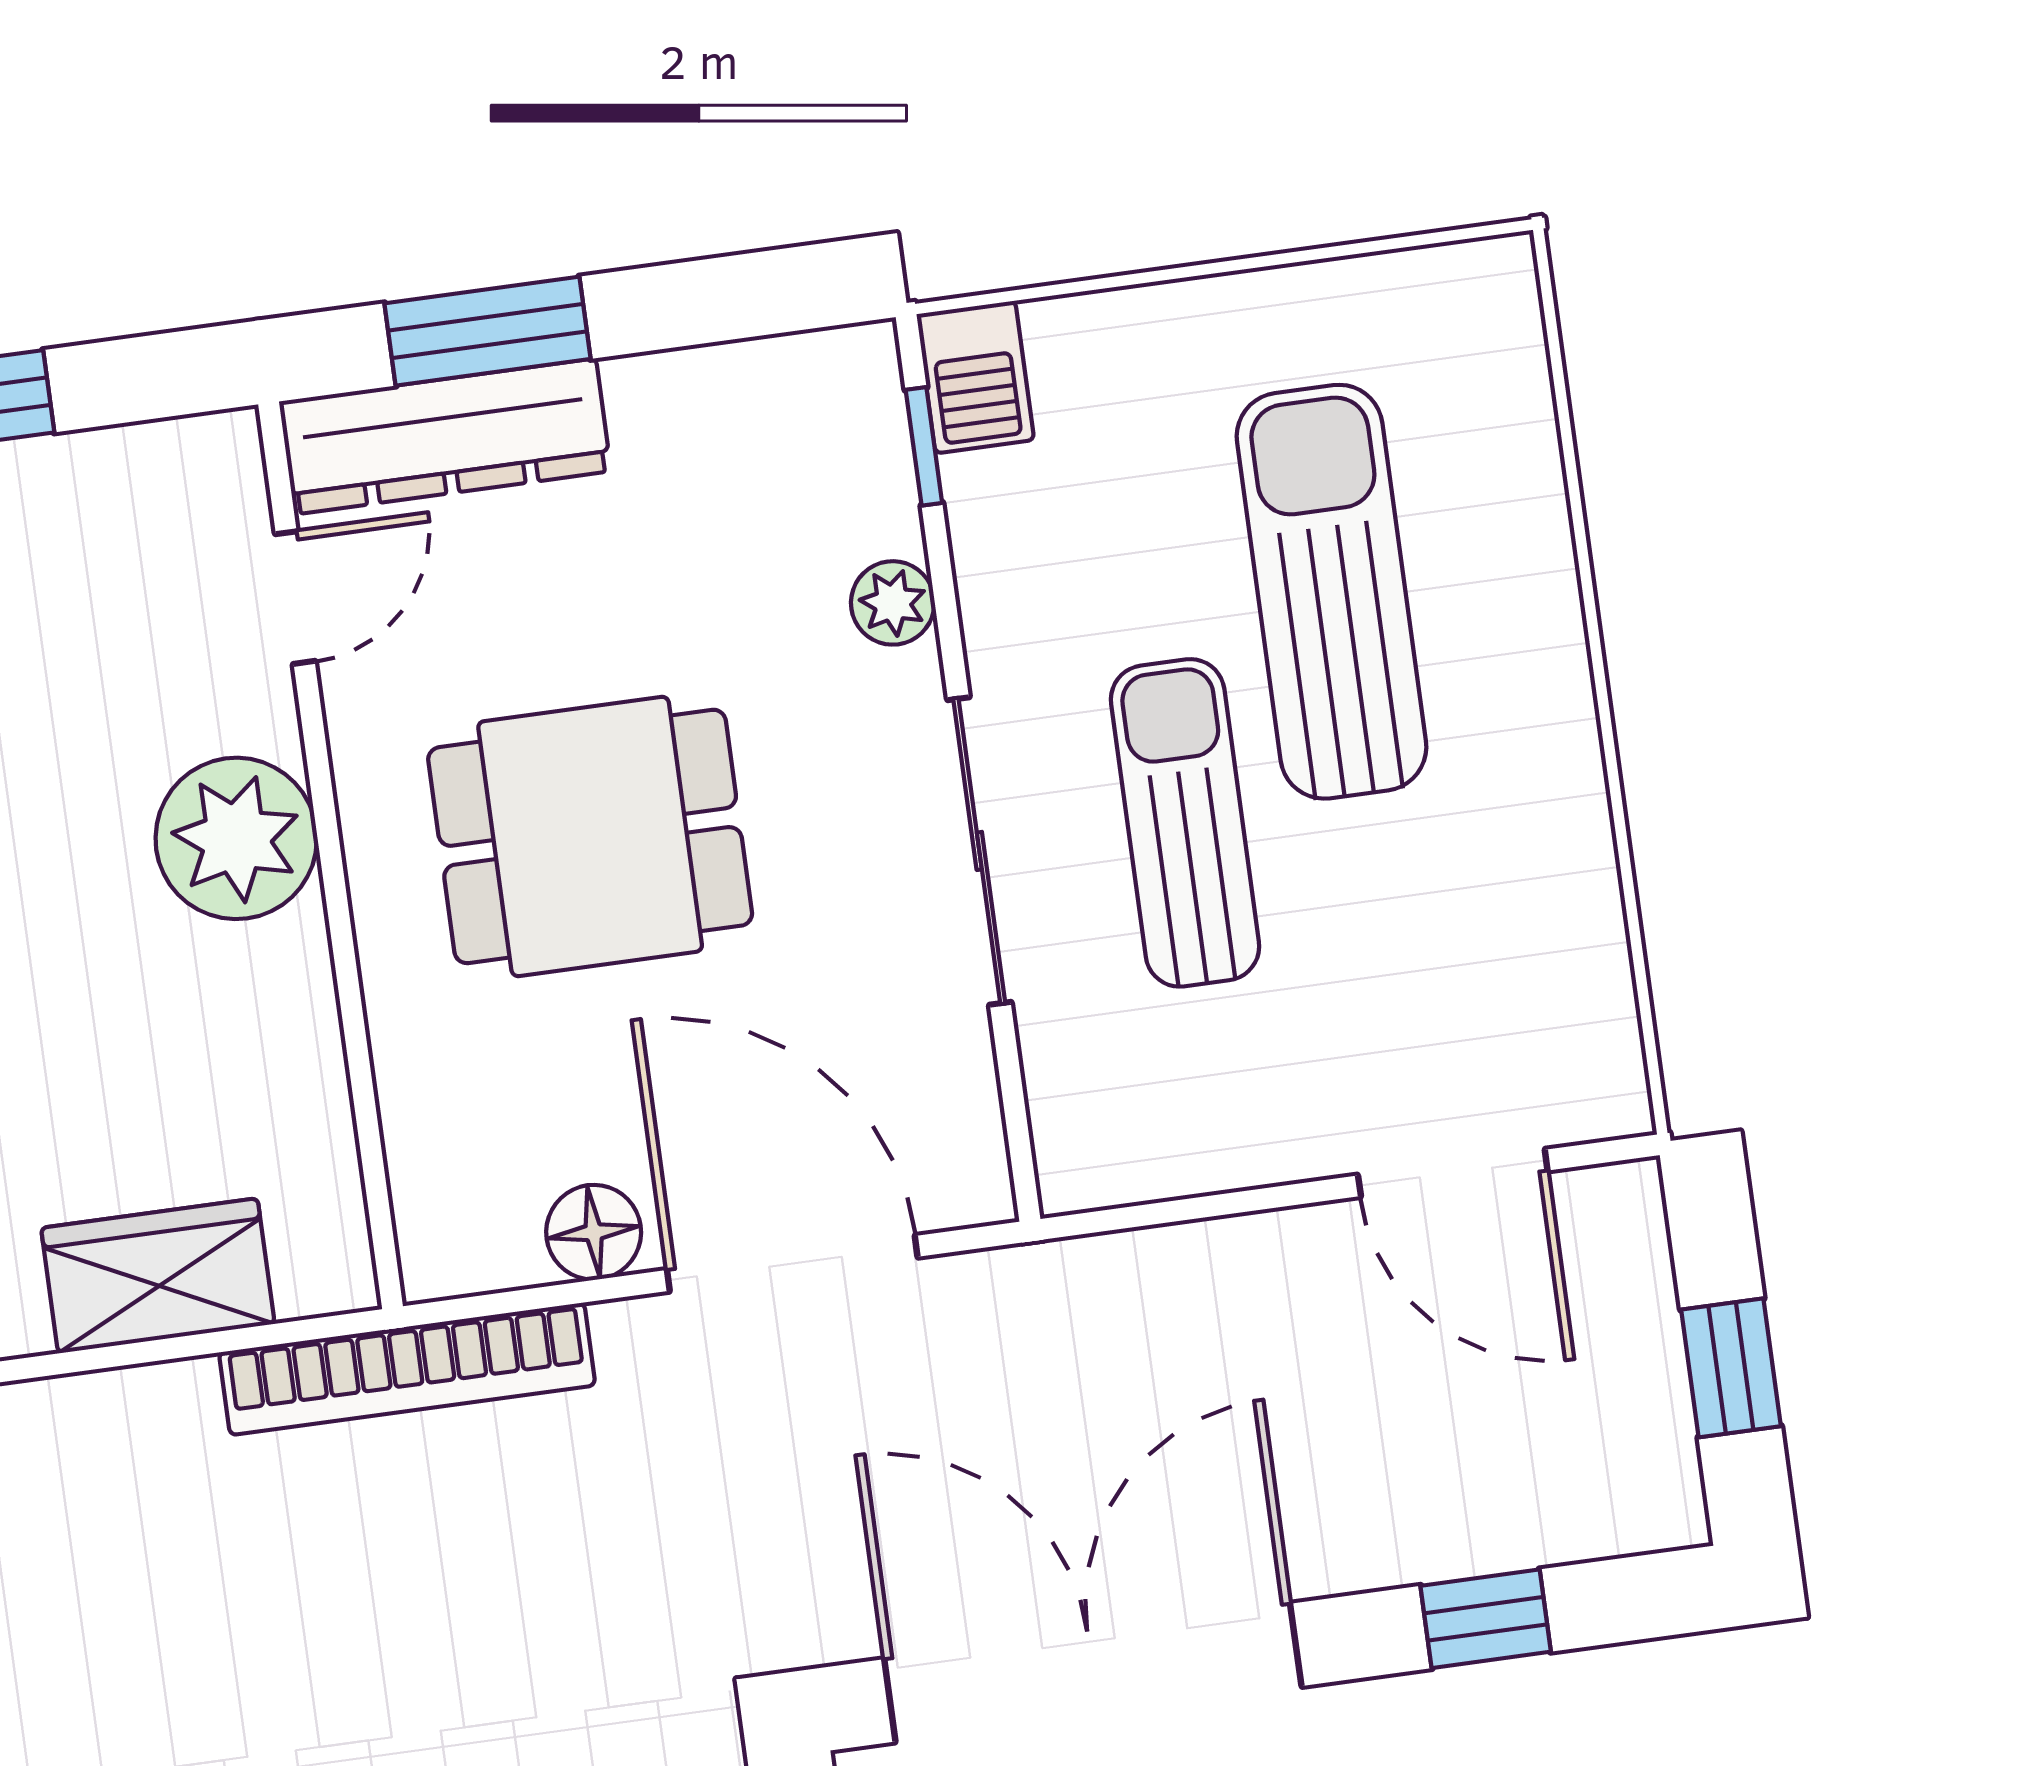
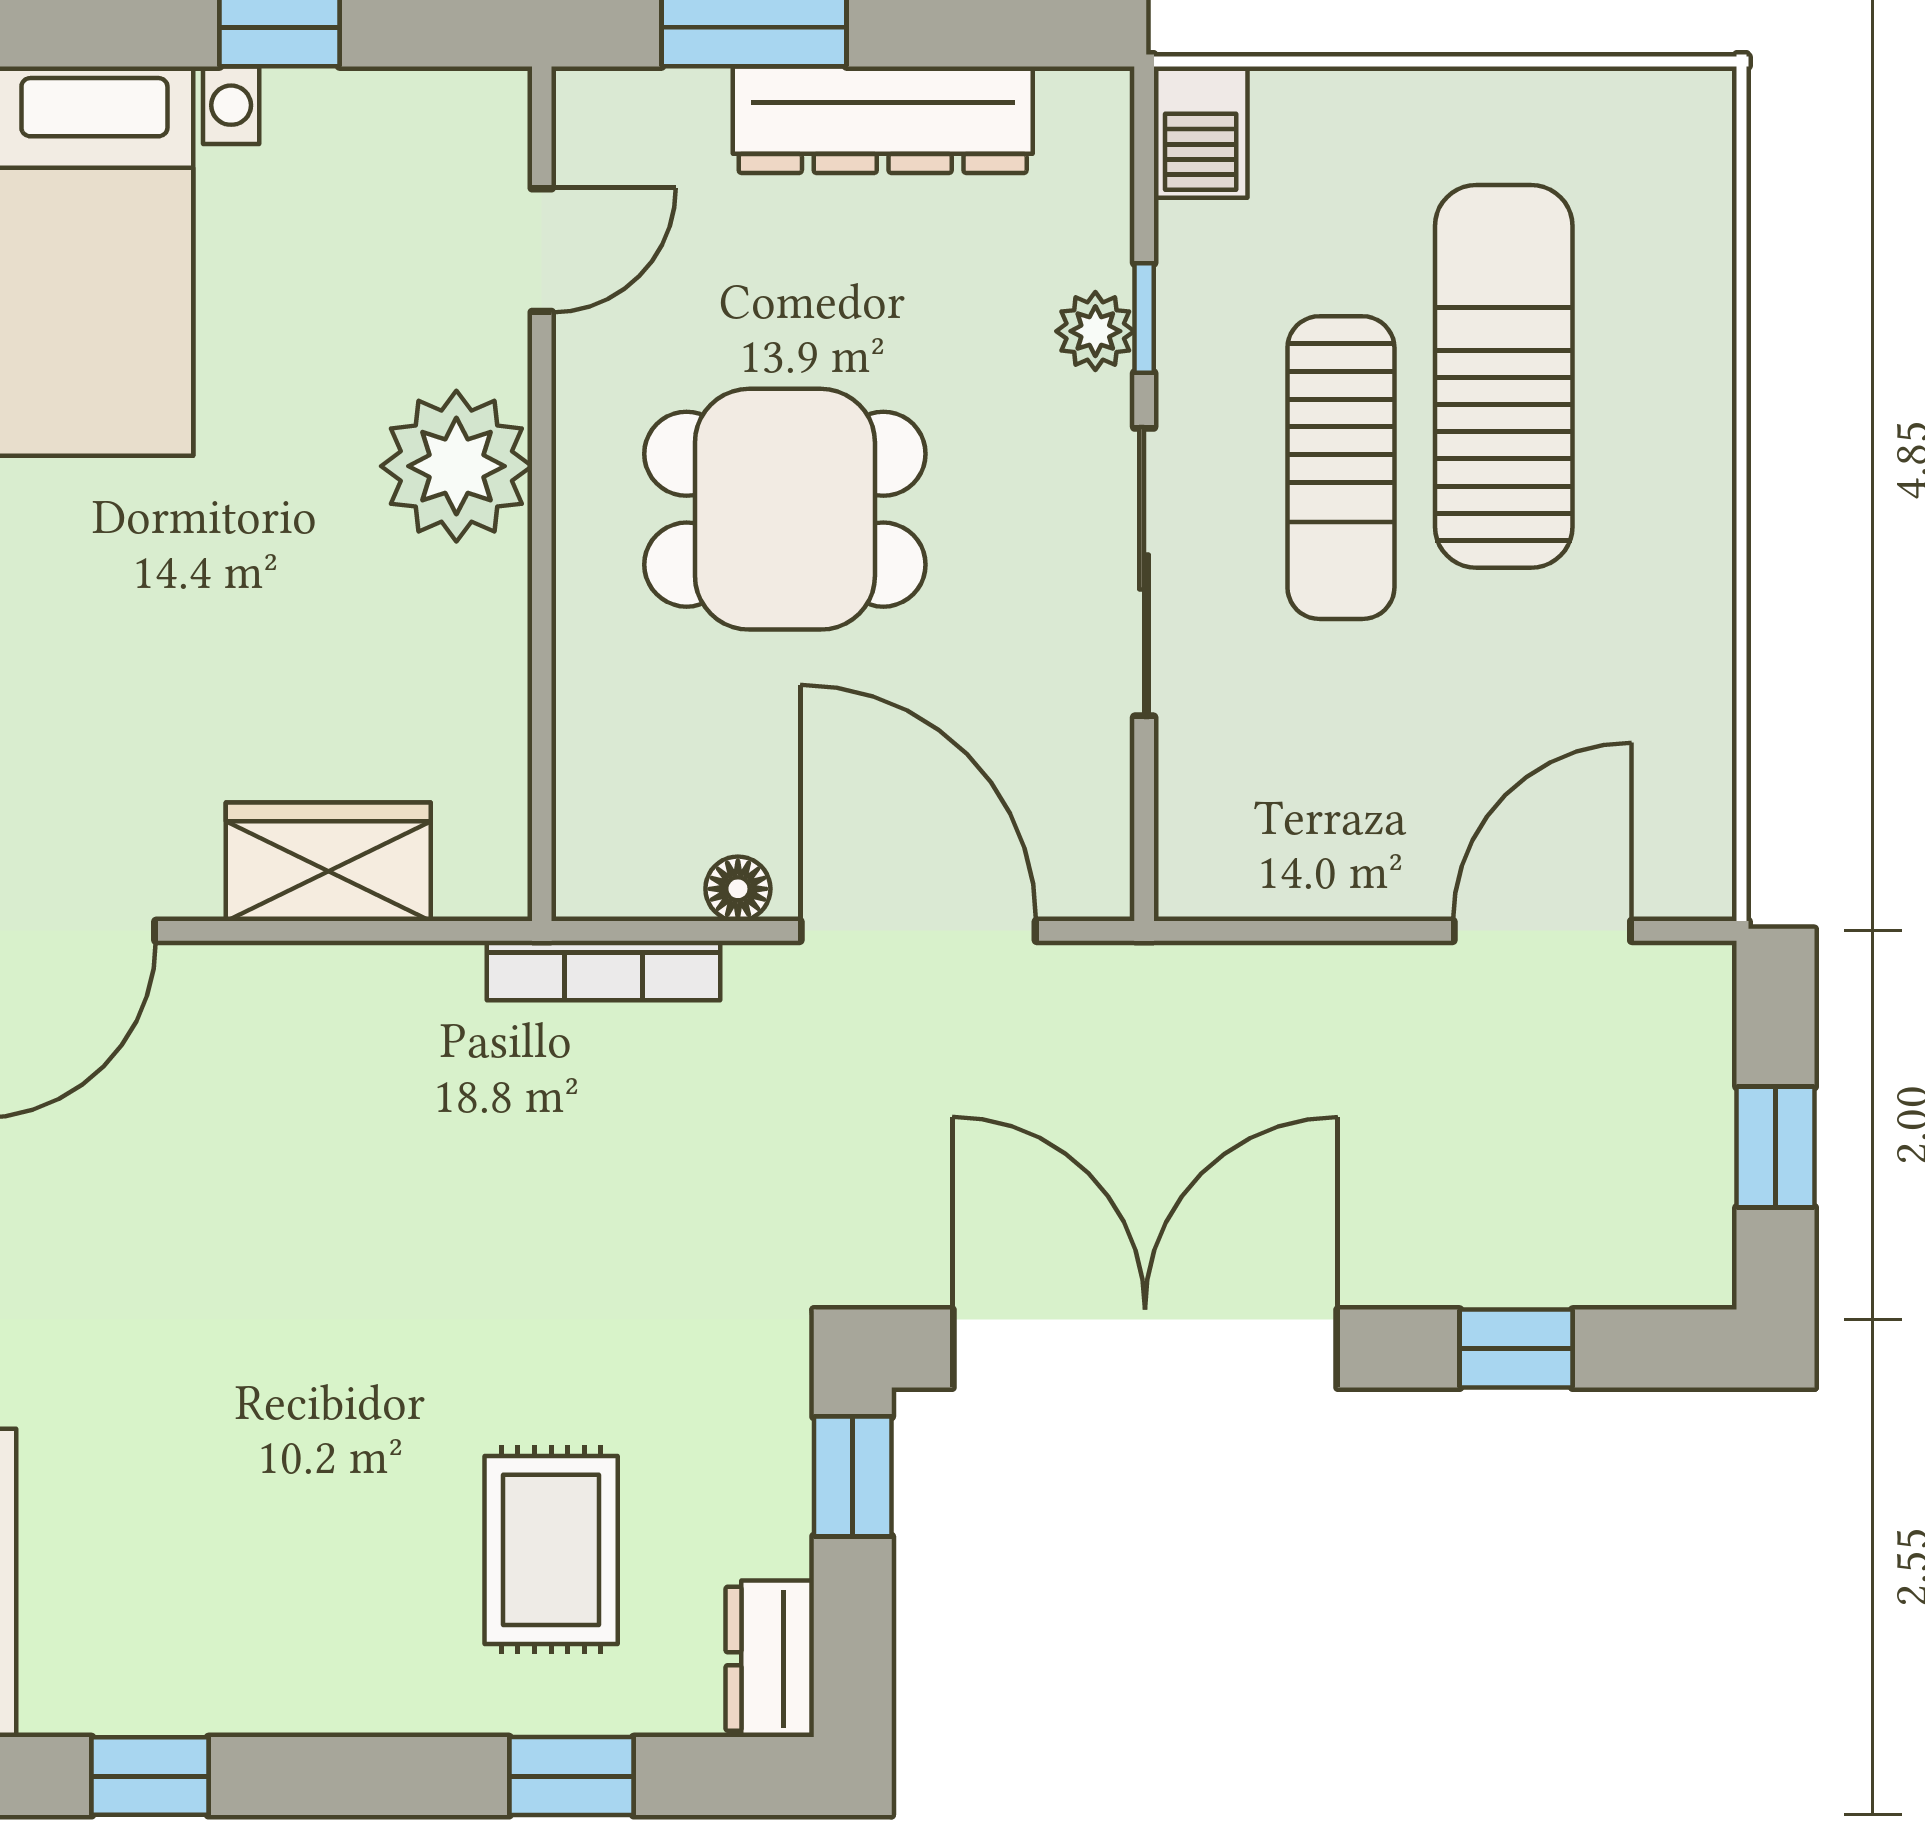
dresser: (445, 436) -> (883, 120), moved
window: (924, 446) -> (1144, 318), moved
sun lounger: (1185, 823) -> (1341, 468), moved, turned 180
door: (1453, 1173) -> (1542, 931), swing flipped
floor lamp: (594, 1232) -> (738, 889), width x0.73, depth x0.73
bookcase: (407, 1369) -> (604, 970), width x0.68, depth x0.76

